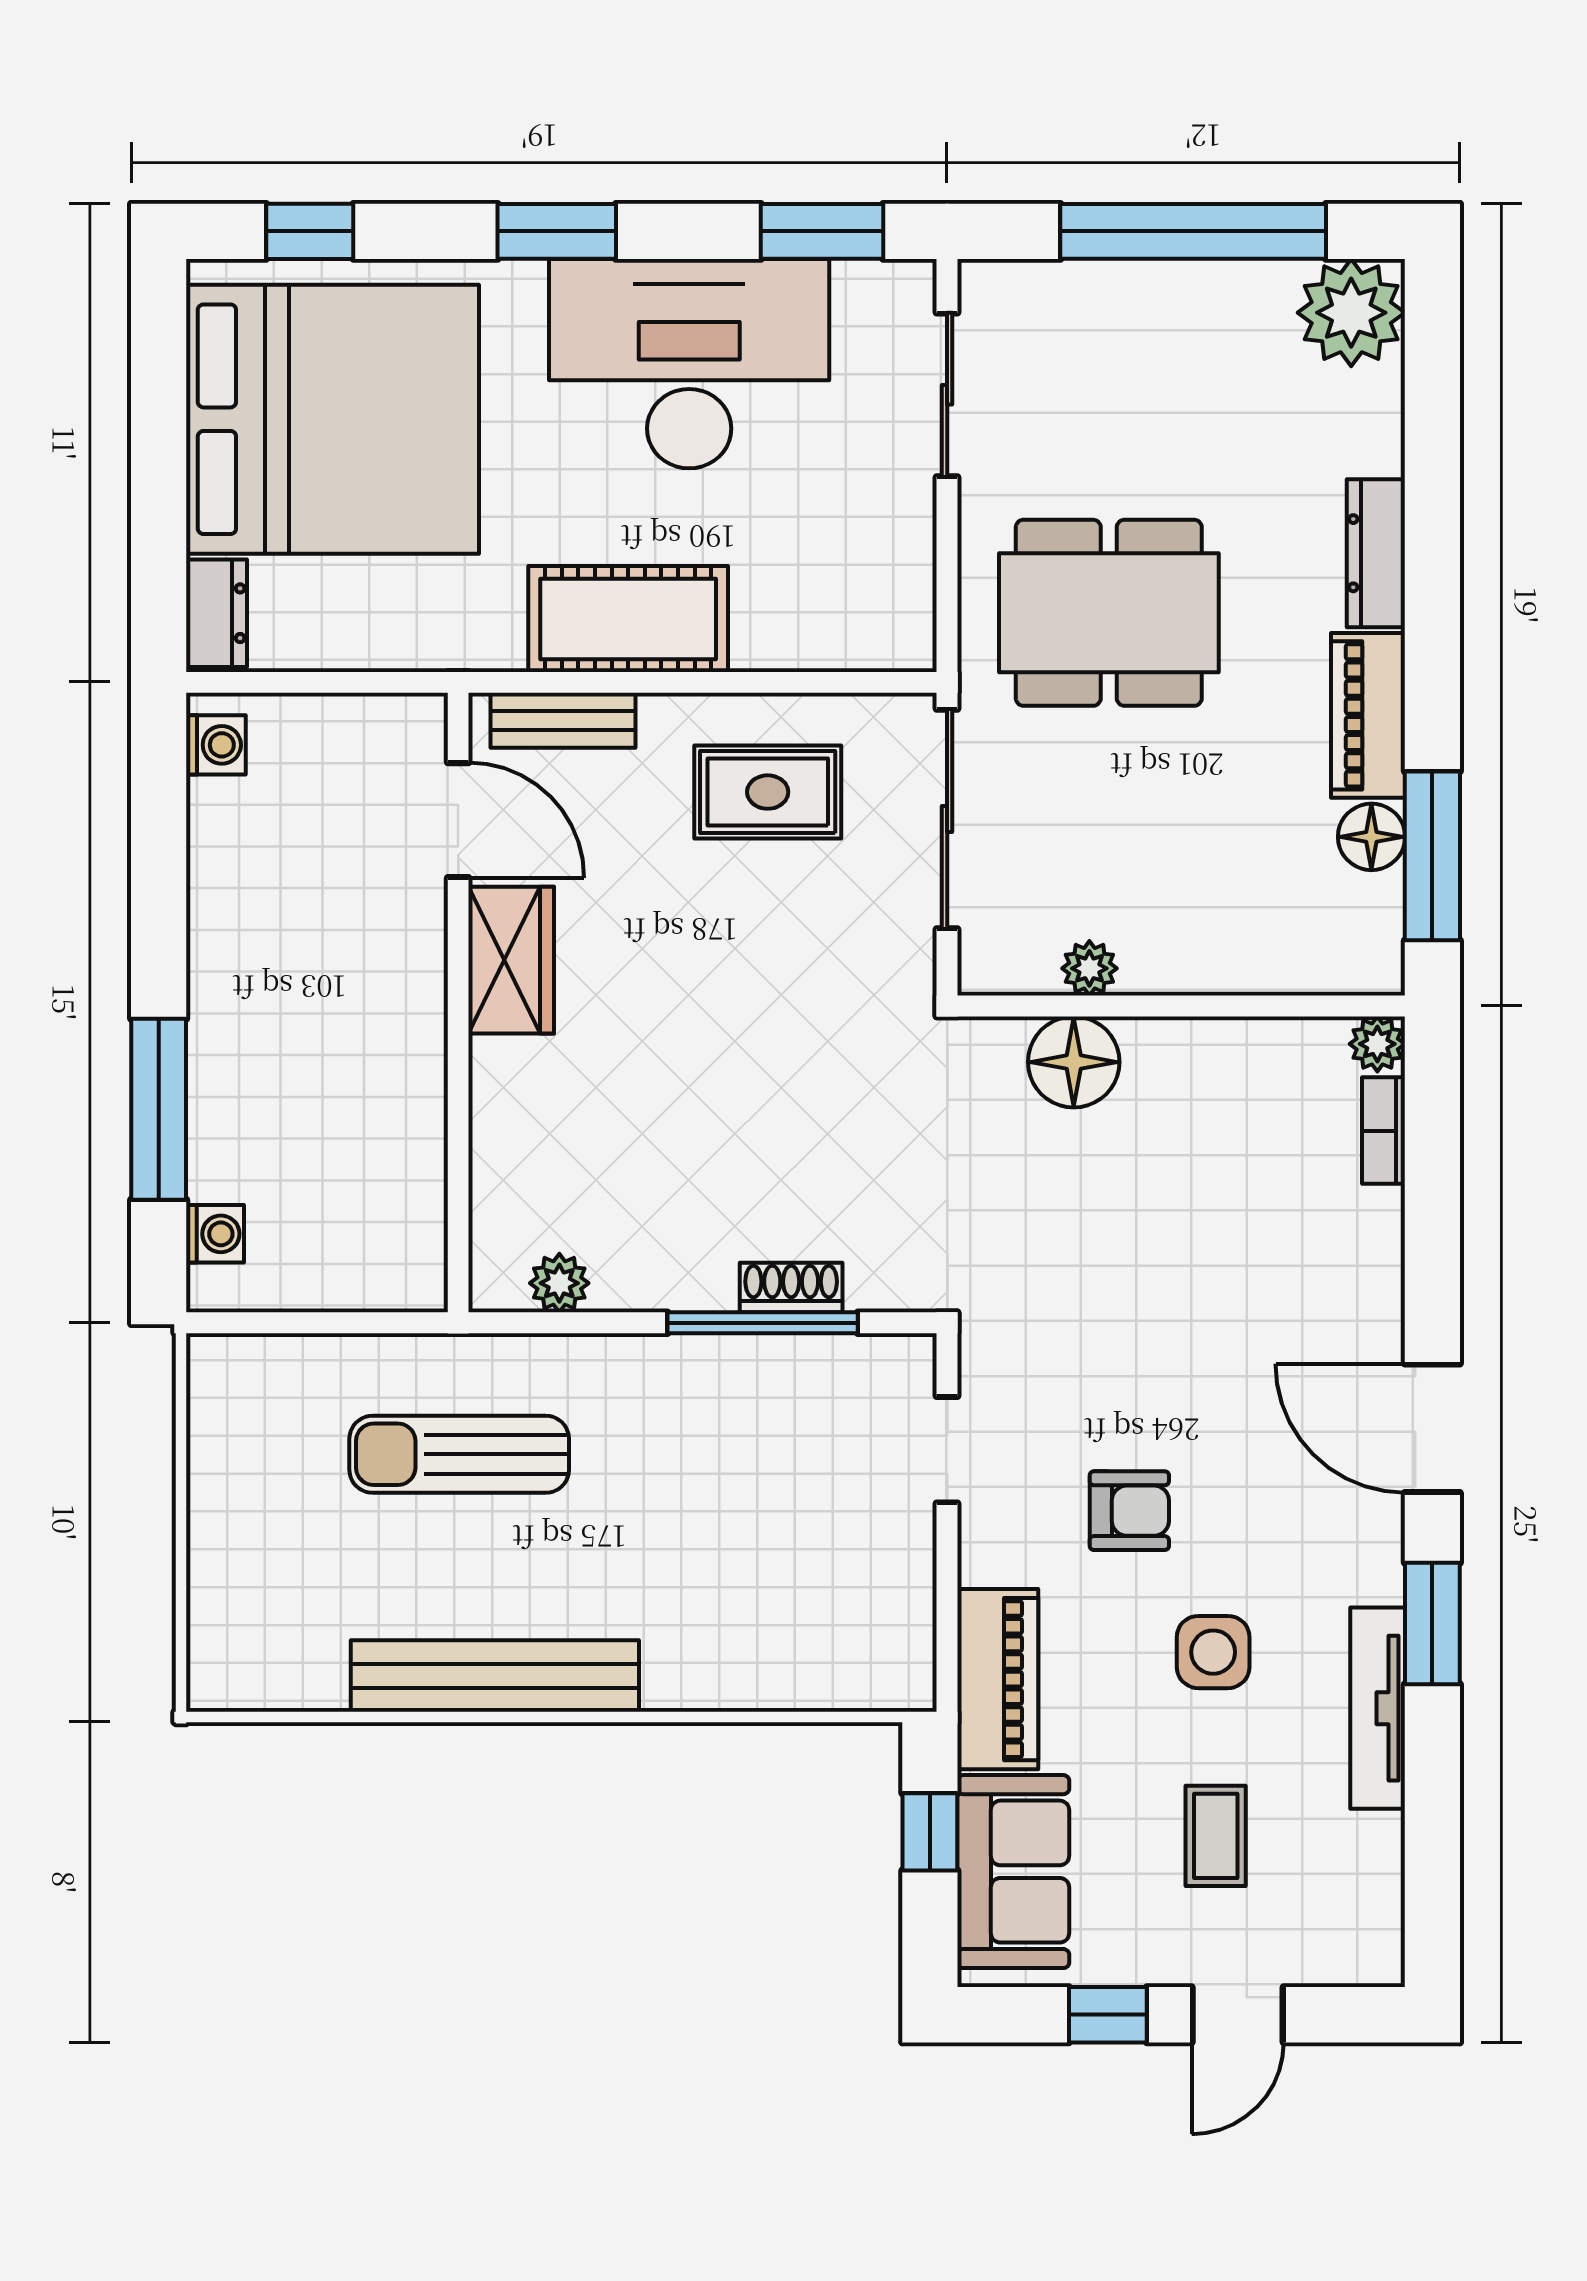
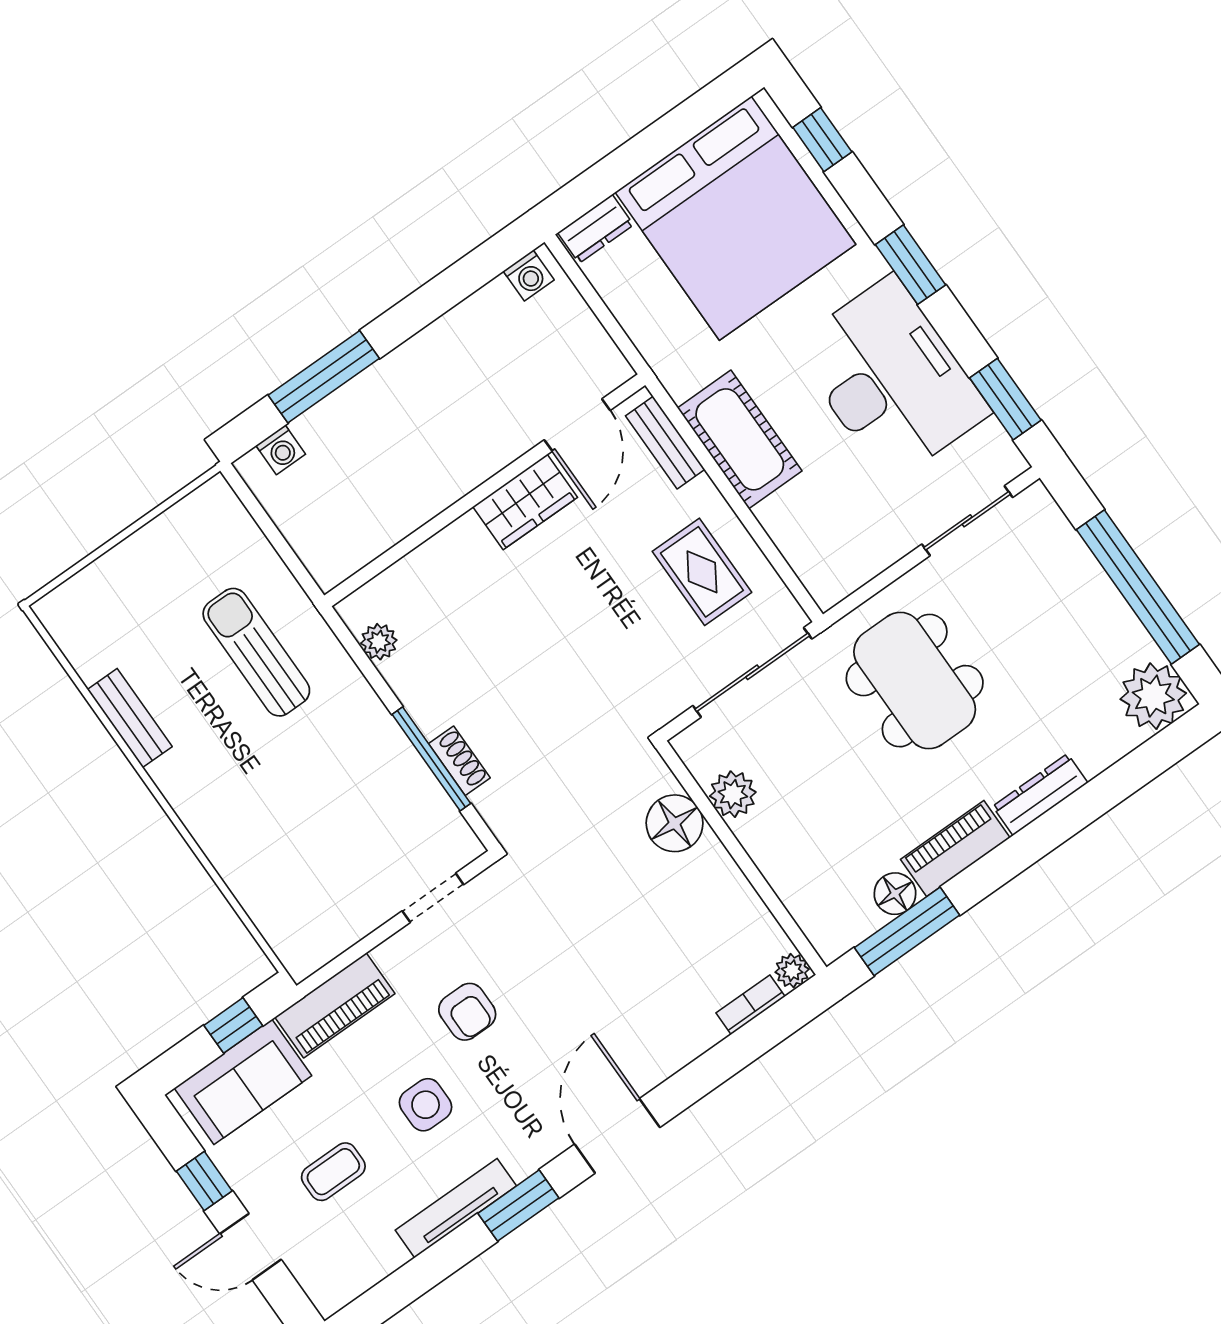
plant: (1089, 968) -> (733, 794), width x1.38, depth x1.38
bench: (495, 1676) -> (130, 718), width x0.54, depth x0.82

